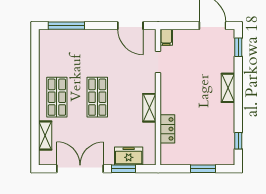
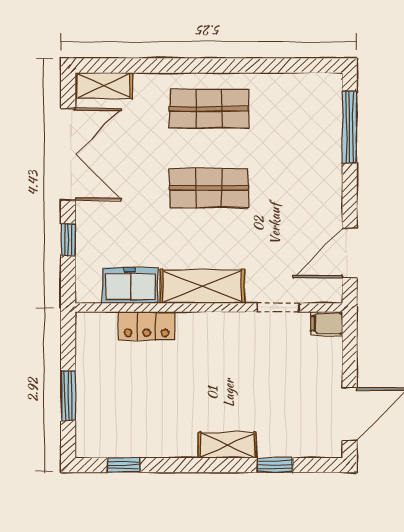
window: (238, 47) -> (275, 465), moved
shelving: (149, 108) -> (202, 286), width x1.50, depth x1.33
shelving: (45, 135) -> (104, 85), moved
freezer: (129, 156) -> (130, 285), moved, turned -90
window: (123, 169) -> (68, 239), width x0.67

